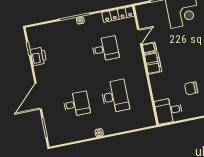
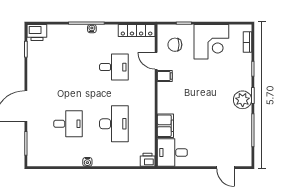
door: (140, 36) -> (156, 61), swing flipped
printer: (38, 56) -> (37, 33), moved, turned 90
filing cabinet: (153, 63) -> (165, 126), moved
chair: (191, 88) -> (175, 45), moved
printer: (149, 121) -> (148, 160), added

